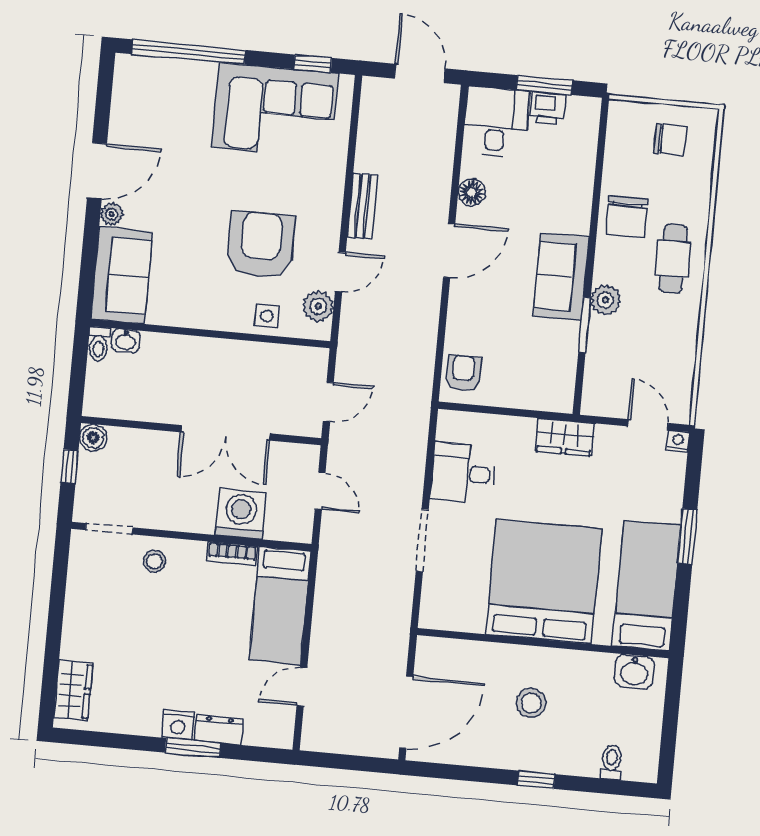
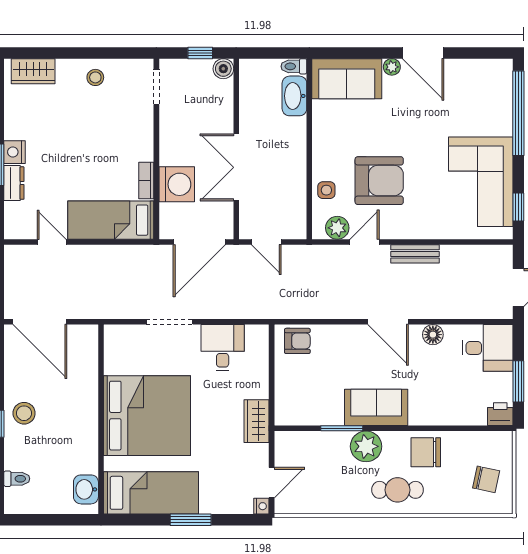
printer: (548, 108) -> (500, 414), moved, turned 90
chair: (670, 140) -> (486, 479), turned -78
door: (340, 272) -> (364, 242), swing flipped
plant: (606, 300) -> (366, 446), width x1.36, depth x1.36
washbasin: (126, 341) -> (294, 96), width x1.91, depth x1.45
door: (320, 491) -> (199, 242), width x1.87
stool: (155, 561) -> (95, 77), moved
stool: (531, 703) -> (24, 413), moved

